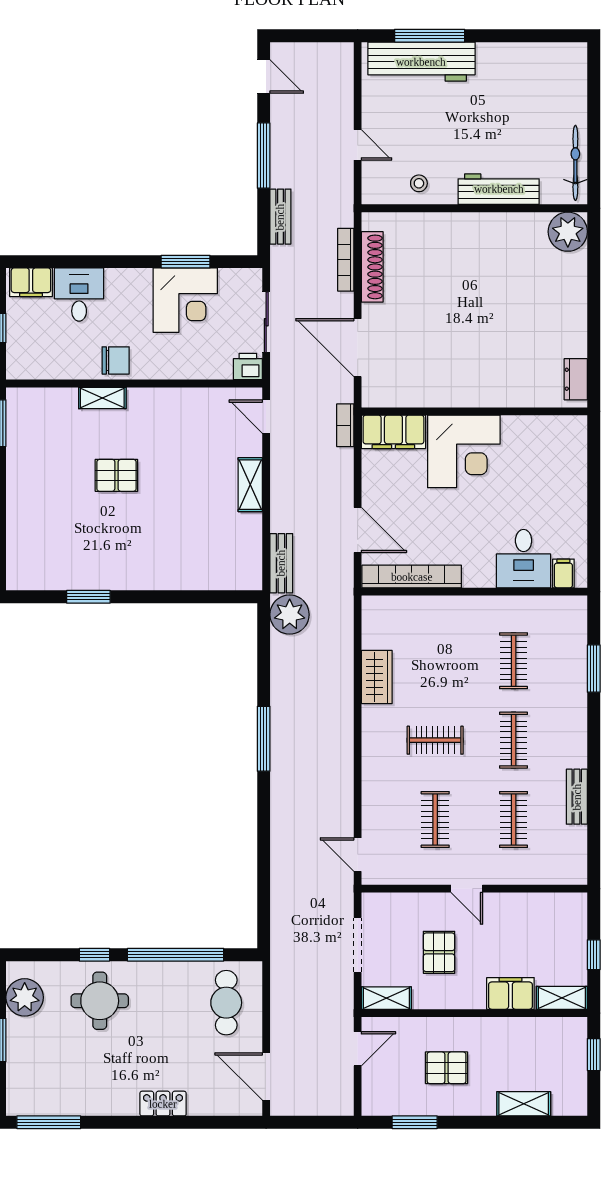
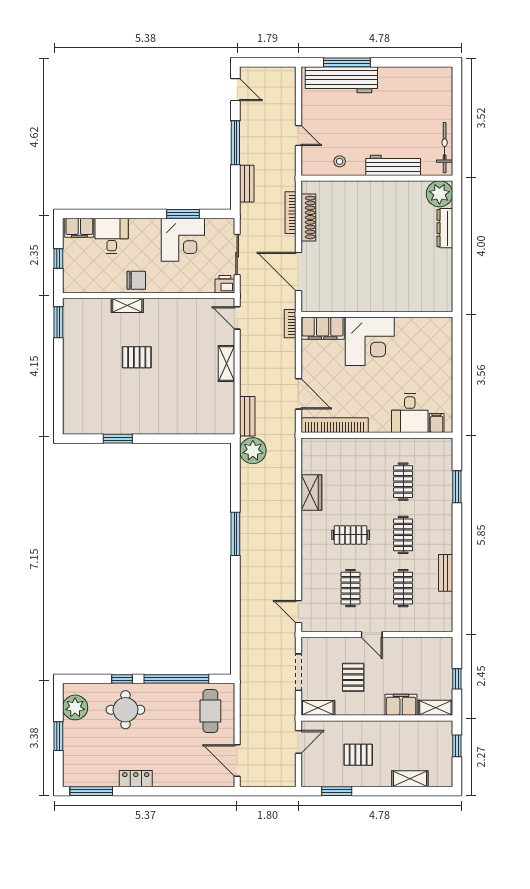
dresser: (576, 379) -> (445, 228), moved, width x1.44
locker: (163, 1104) -> (136, 779), moved

